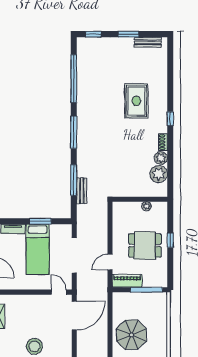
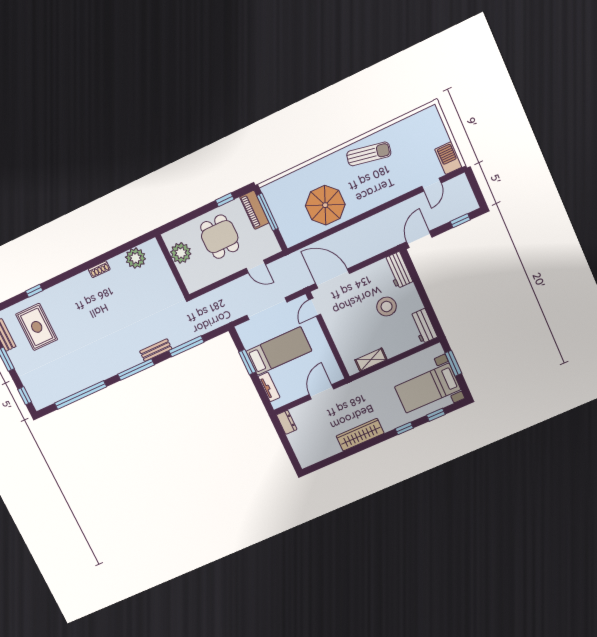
rug: (136, 101) -> (37, 327), moved, turned 90
window: (170, 119) -> (34, 291), moved
plant: (161, 158) -> (117, 264), removed
bench: (82, 191) -> (156, 350), moved
plant: (147, 206) -> (181, 253), width x1.88, depth x1.88
window: (170, 240) -> (225, 200), moved
piano: (127, 281) -> (254, 210), moved

